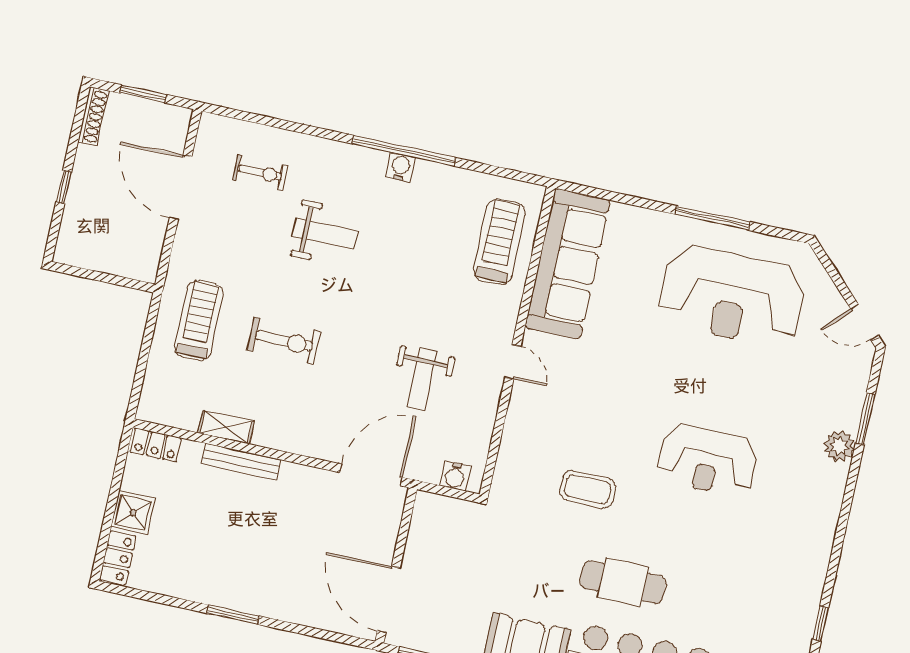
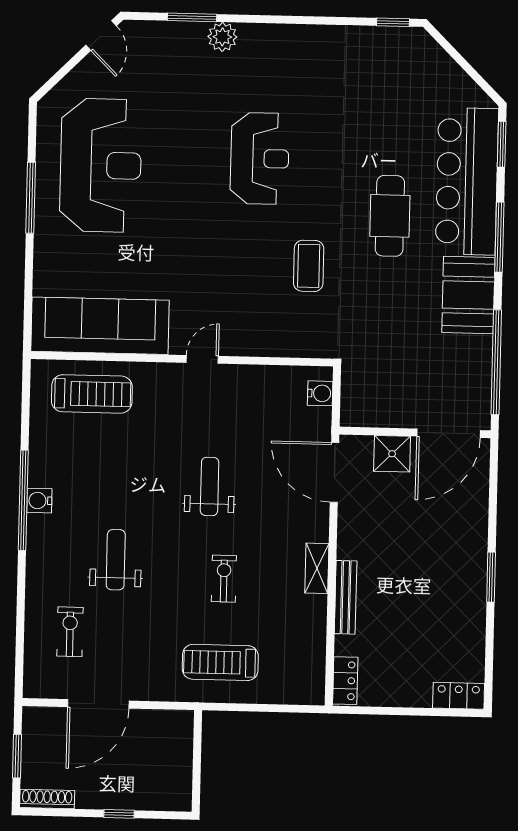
treadmill: (499, 242) -> (92, 394), turned 180
exercise bike: (284, 341) -> (224, 579), width x0.73, depth x0.72
weight bench: (422, 379) -> (210, 486), moved, turned -90
shelving: (226, 427) -> (317, 568), moved
shower: (133, 513) -> (392, 454), moved

